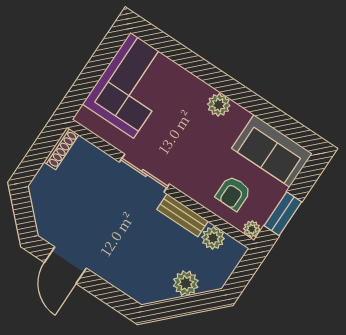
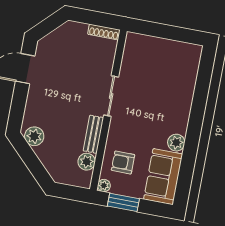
corner sofa: (132, 85) -> (167, 62), removed
plant: (219, 105) -> (176, 143), moved
plant: (186, 283) -> (34, 136), moved

